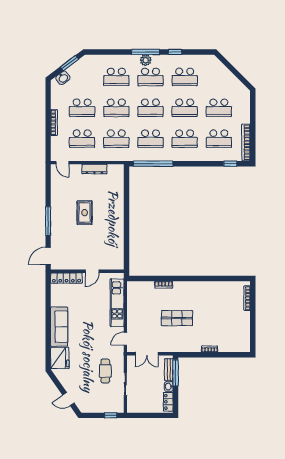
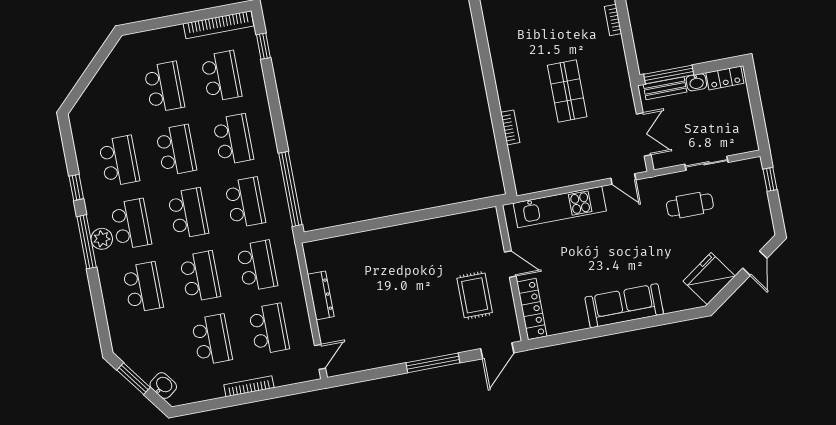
rug: (85, 213) -> (475, 295), moved, turned 90
door: (48, 256) -> (497, 351), hinge flipped
fridge: (60, 358) -> (709, 279), moved, turned -35

